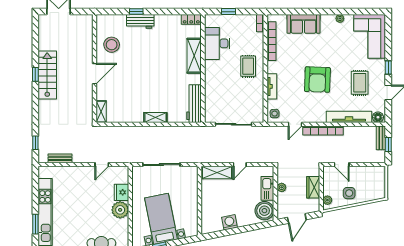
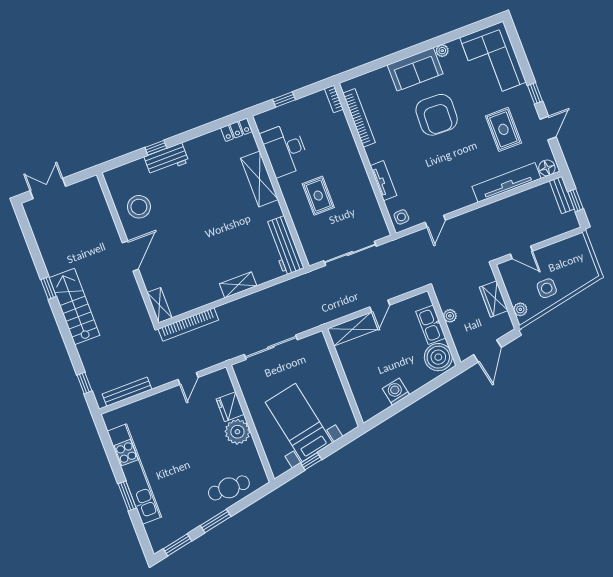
sofa: (303, 24) -> (415, 69), moved
rug: (248, 66) -> (318, 196), moved
stairs: (47, 75) -> (74, 307), moved
armchair: (317, 80) -> (437, 115), moved
bookcase: (323, 131) -> (188, 324), moved
bench: (60, 158) -> (127, 392), width x1.36

